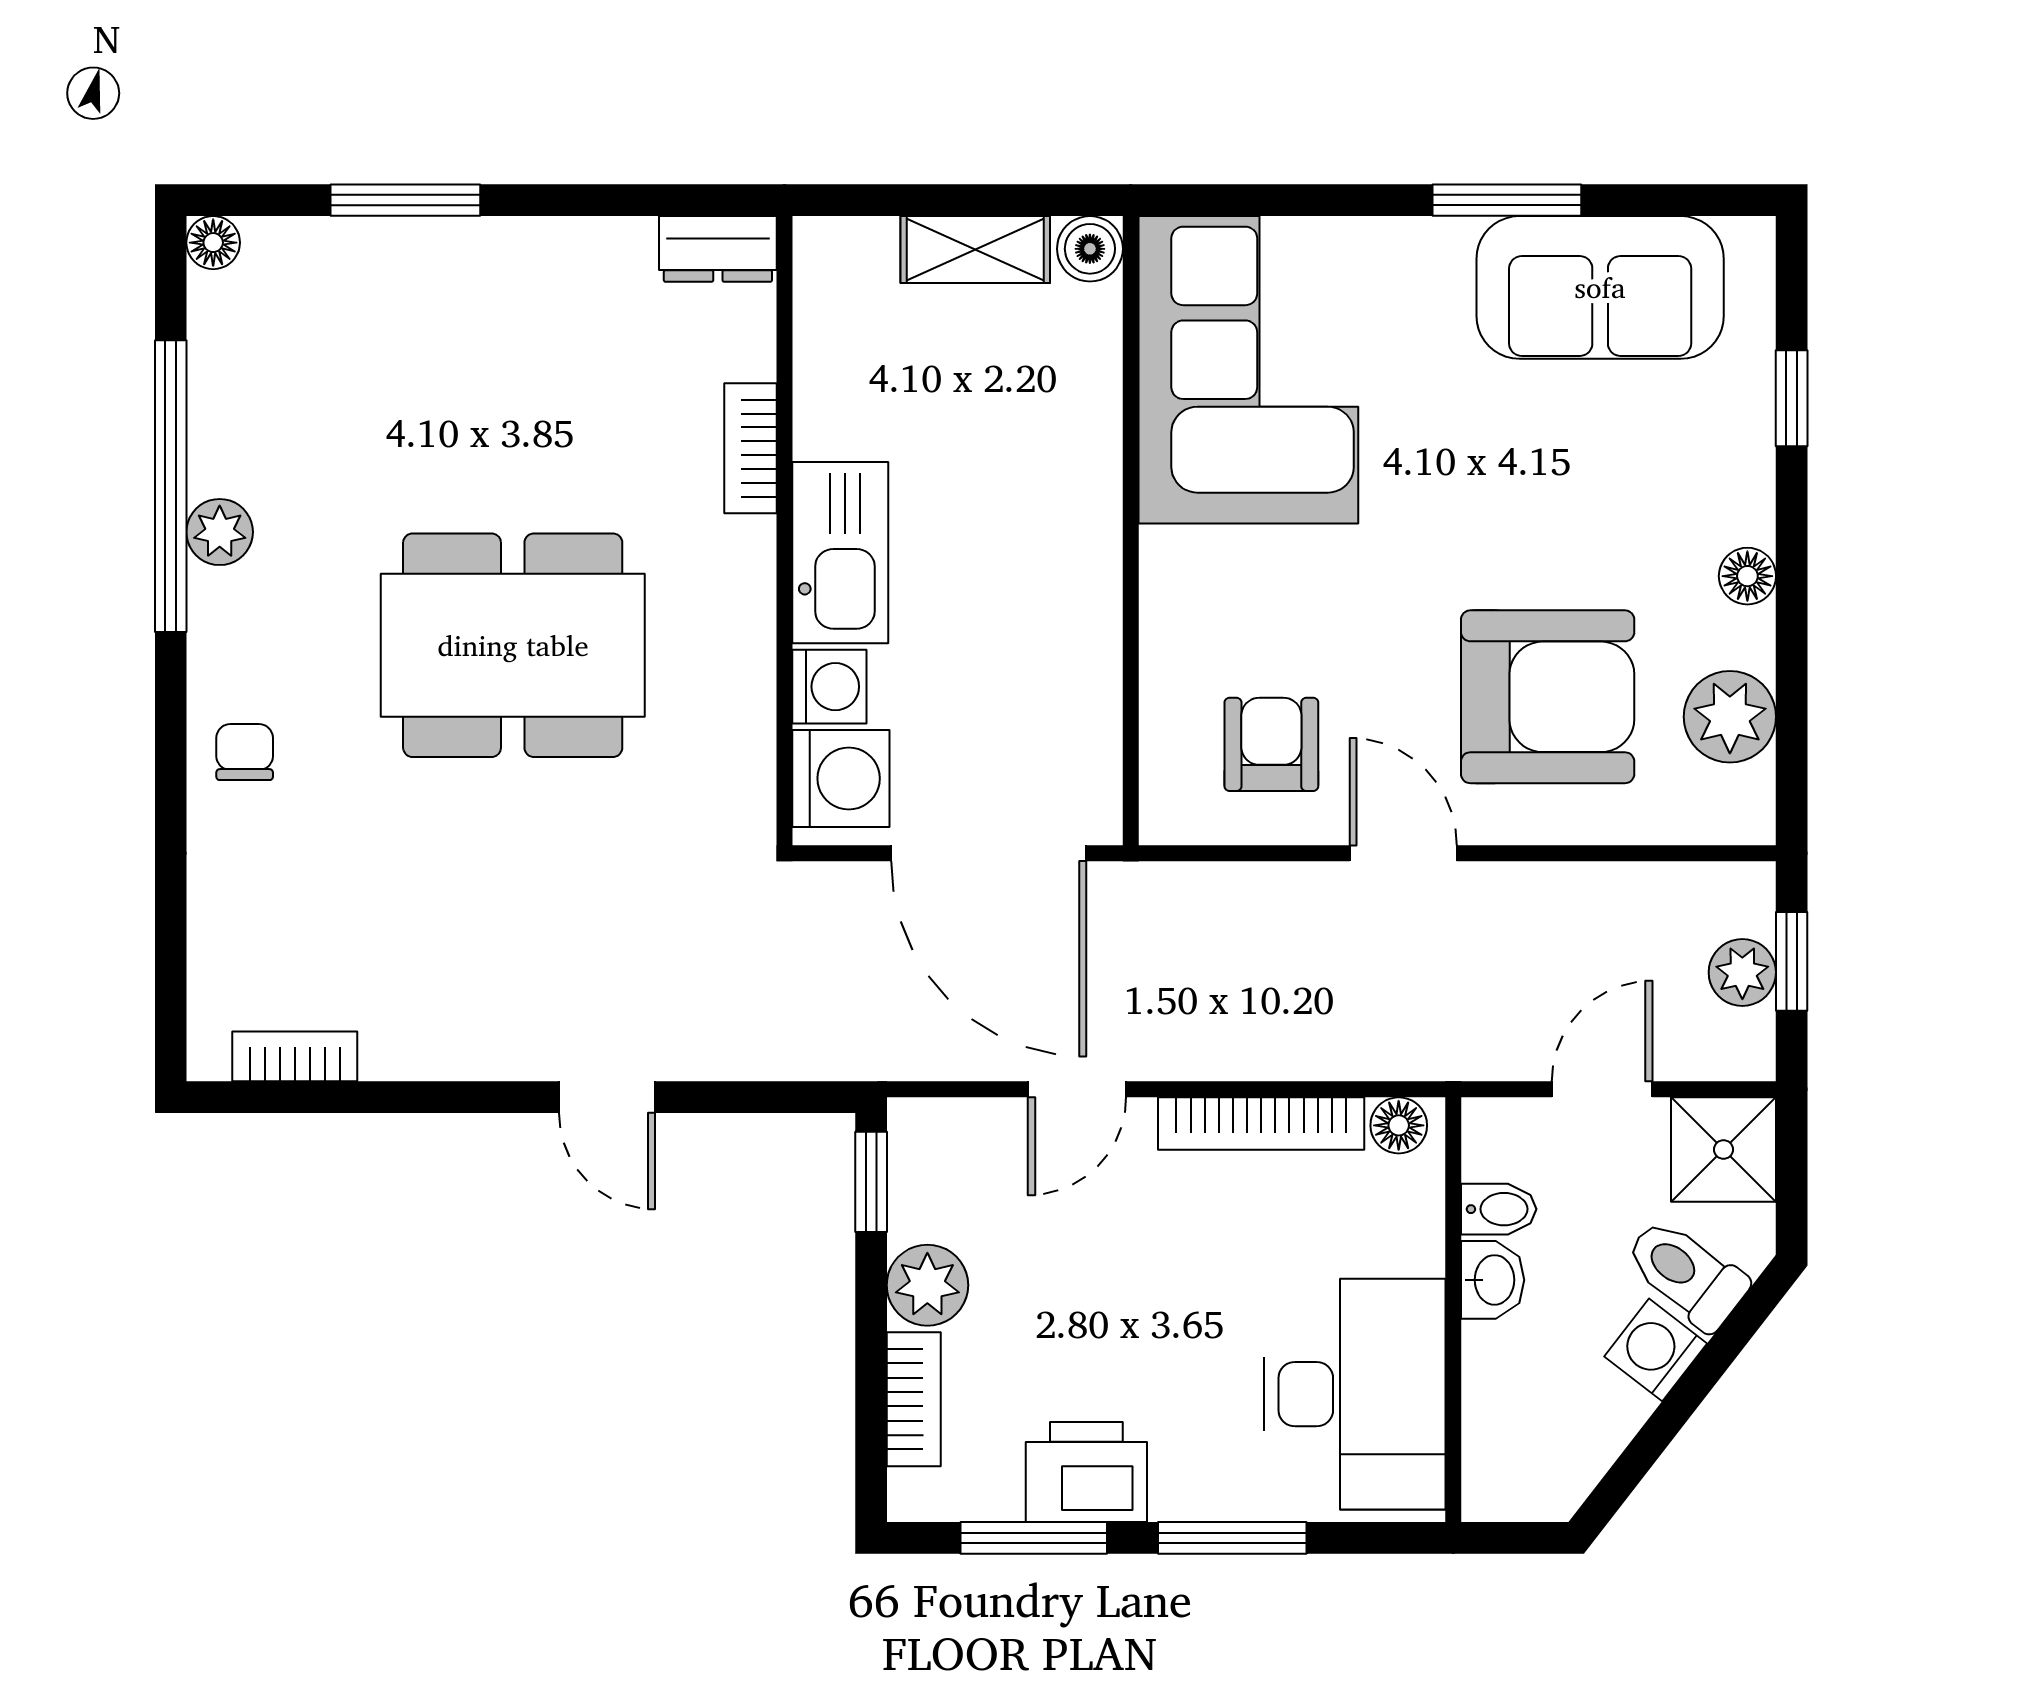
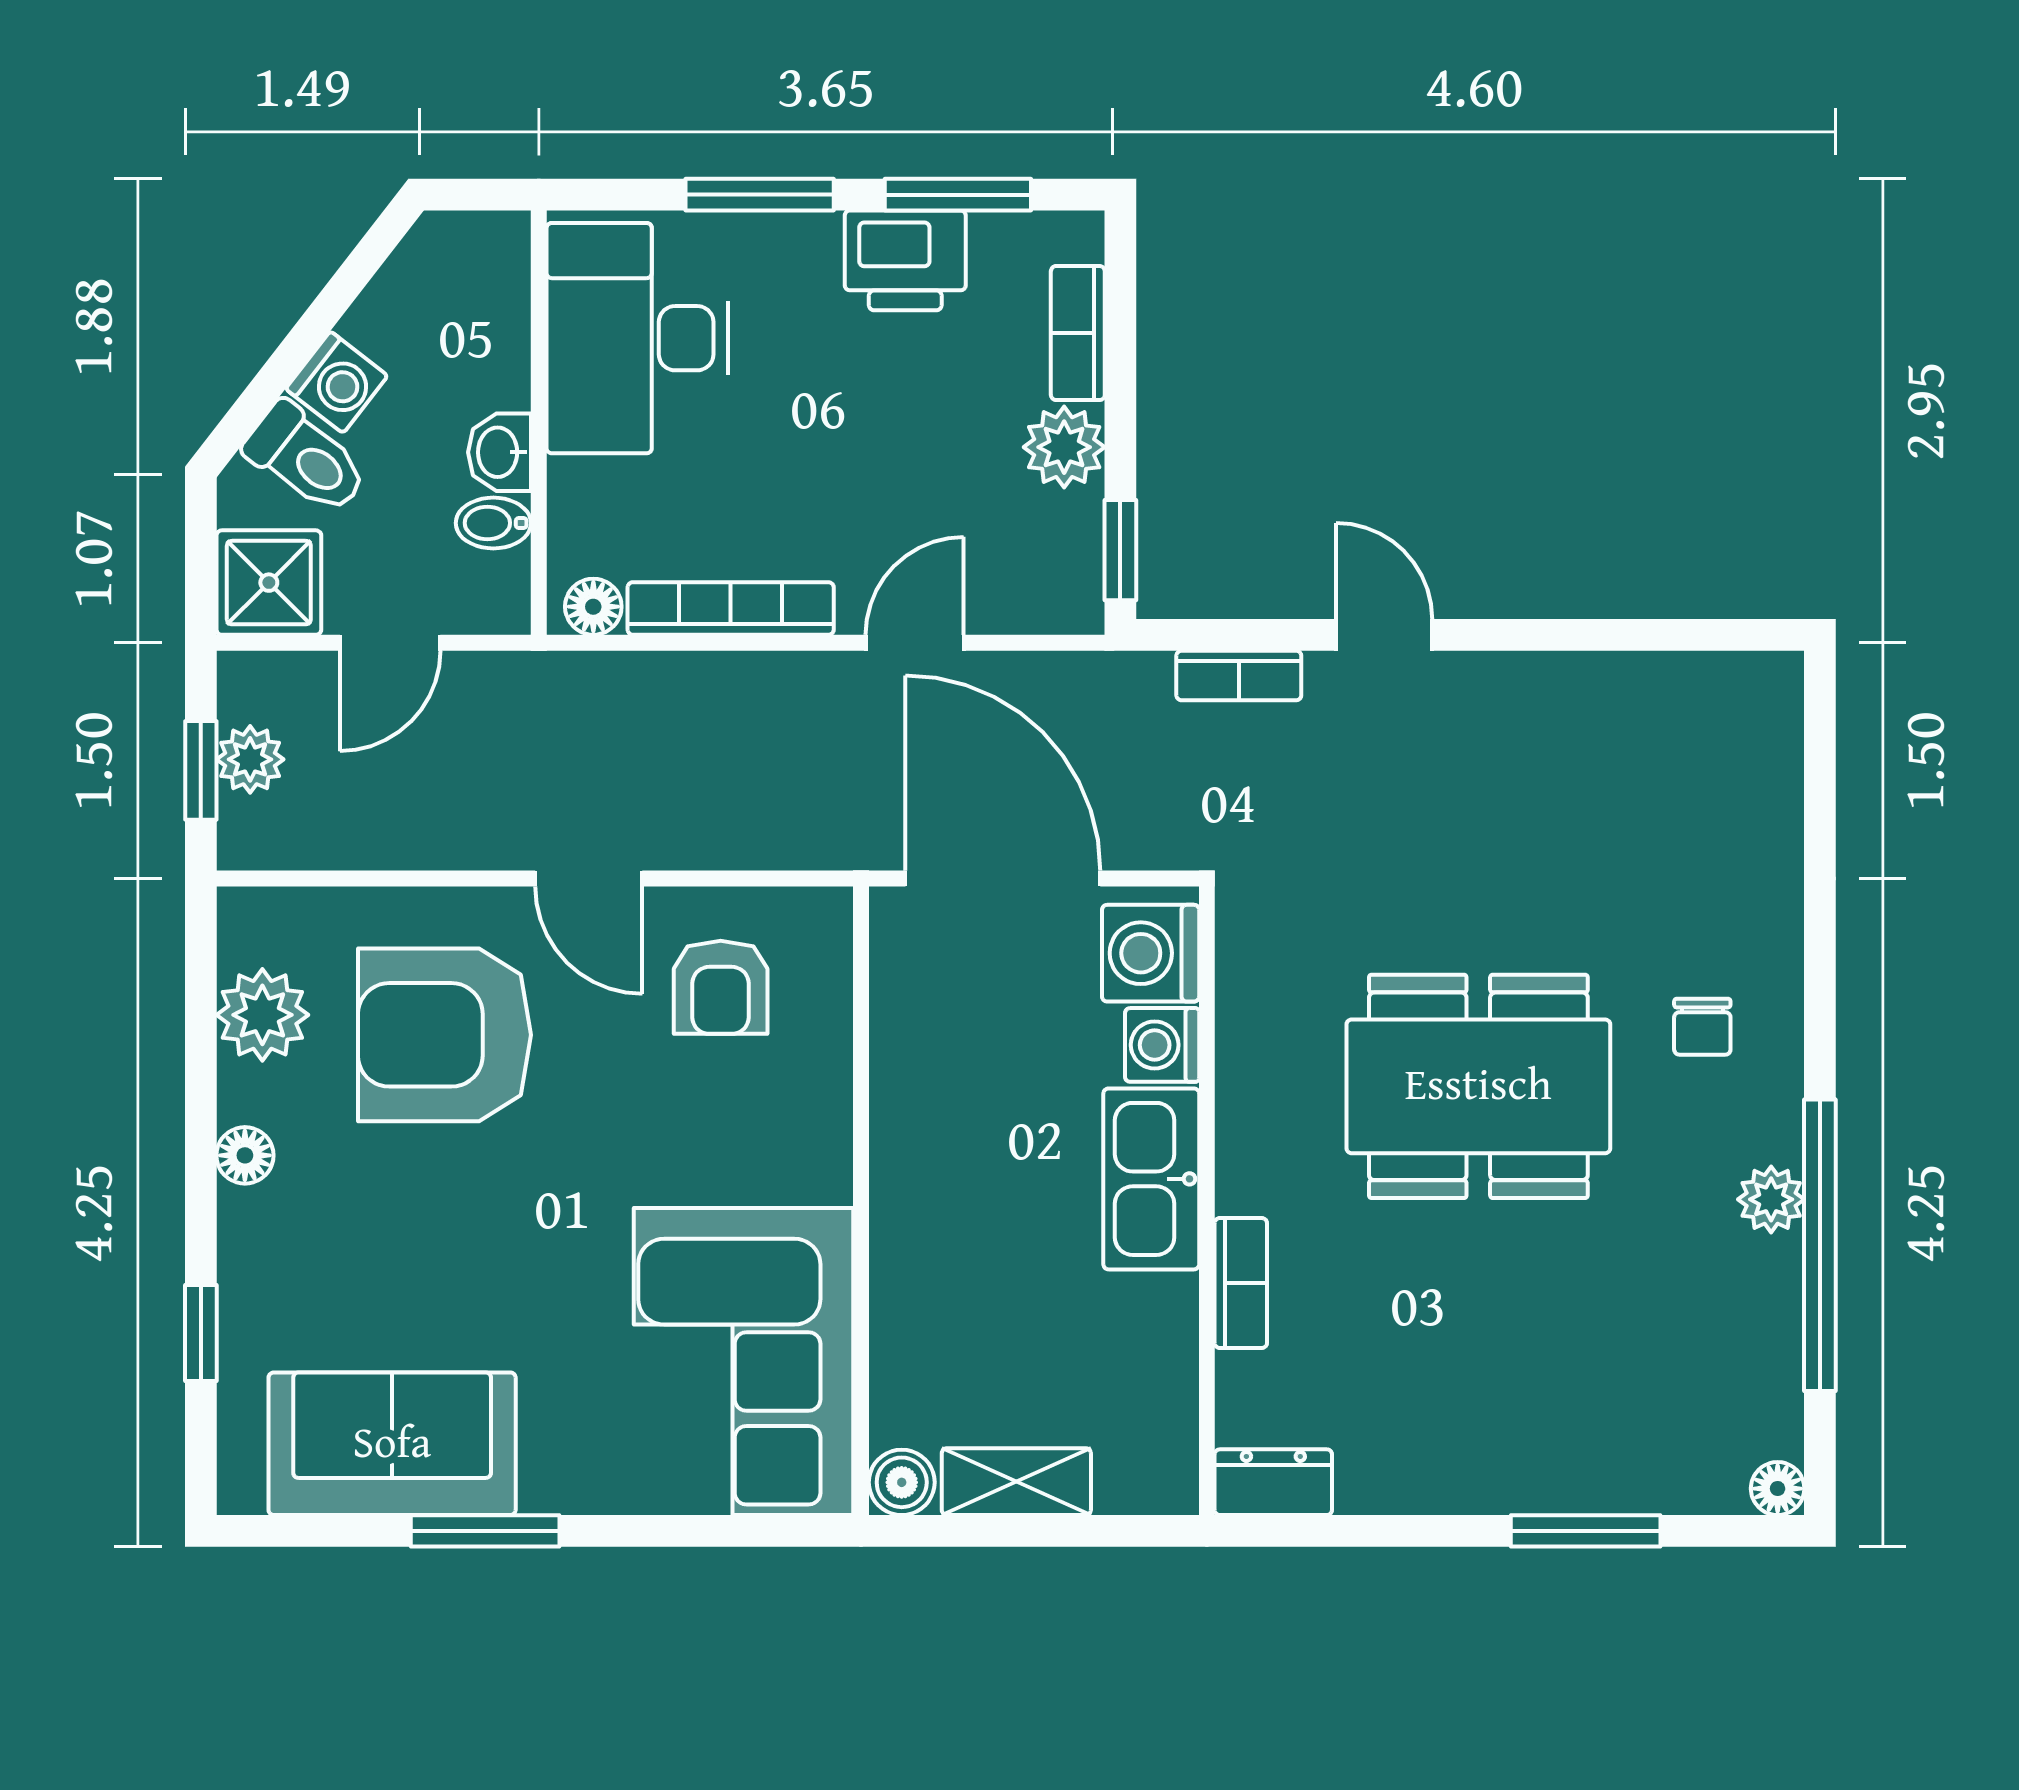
chair: (245, 752) -> (1702, 1027), moved
bookcase: (295, 1056) -> (1239, 676), moved

